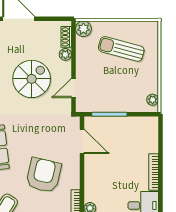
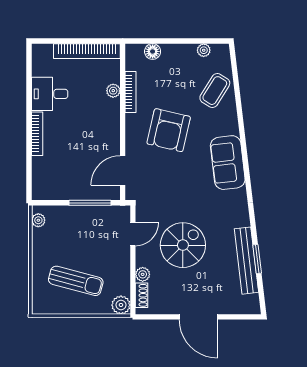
spiral stairs: (32, 79) -> (183, 245), turned 180
door: (82, 141) -> (123, 170), hinge flipped

